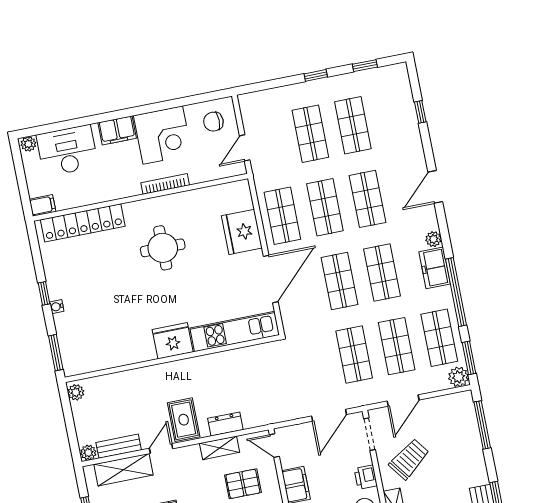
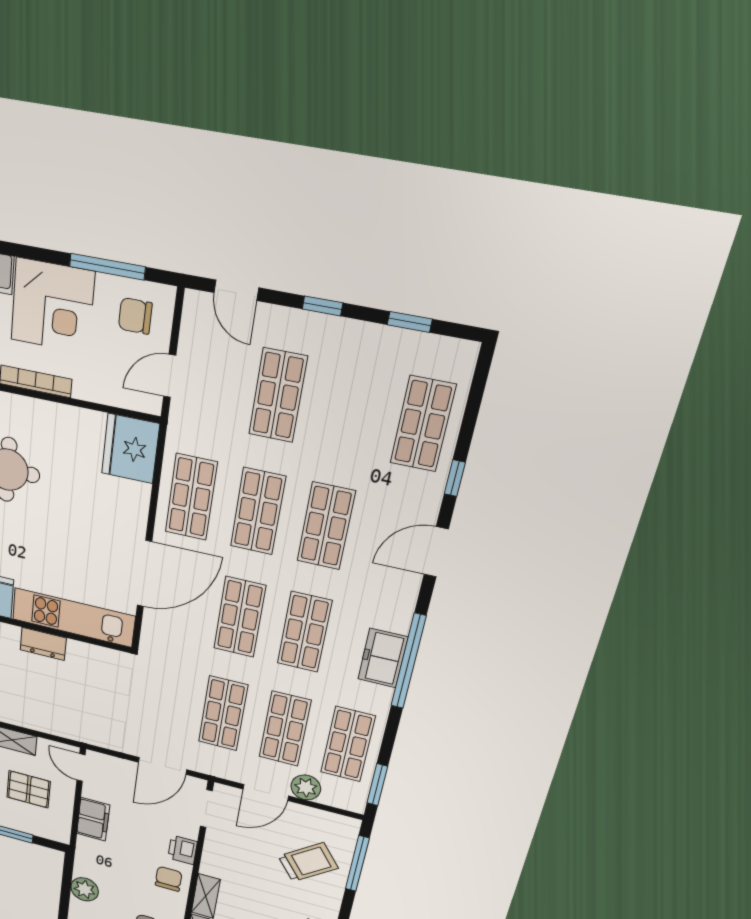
door: (266, 85) -> (236, 290), added
window: (189, 101) -> (107, 267), added
window: (420, 112) -> (455, 478), moved
shop shelf: (353, 125) -> (423, 424), moved
fridge: (242, 232) -> (130, 449), moved
plant: (433, 239) -> (399, 621), removed
window: (456, 292) -> (408, 661), moved
plant: (458, 377) -> (306, 787), moved
dresser: (225, 424) -> (43, 644), moved, turned 180
trolley: (409, 459) -> (308, 862), moved

